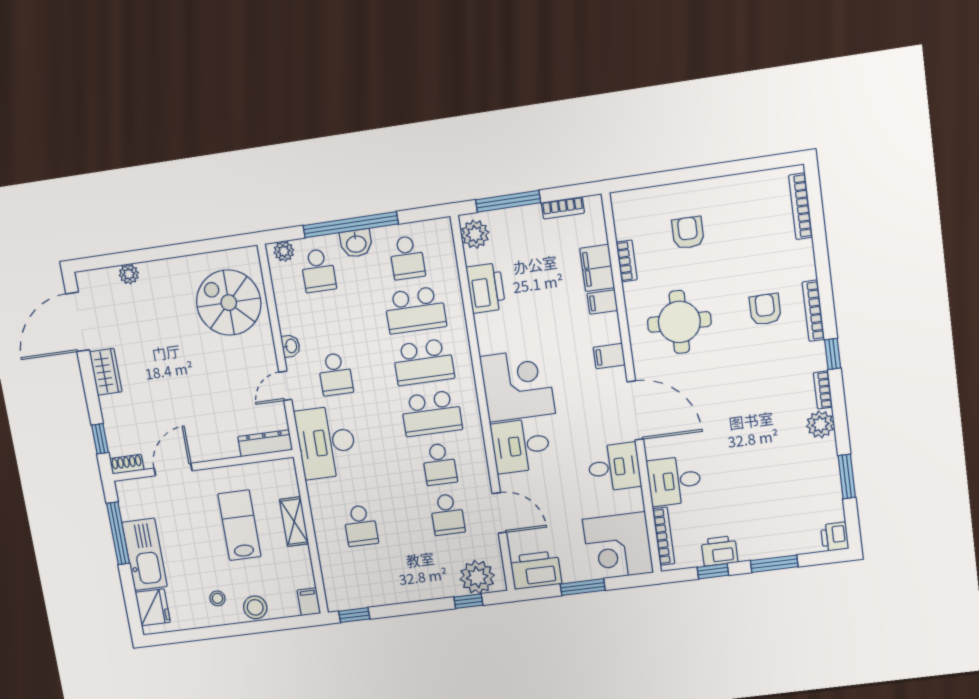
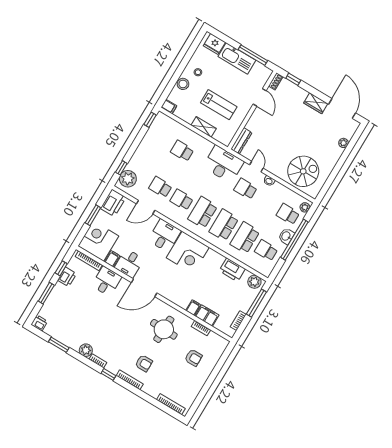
filing cabinet: (609, 356) -> (112, 259), moved

